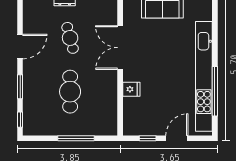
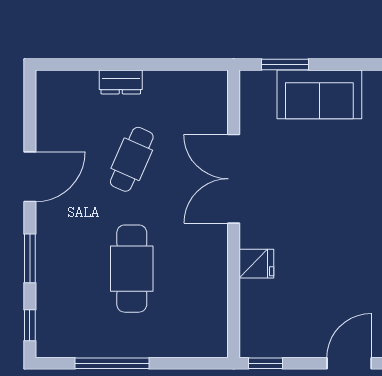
cafe table: (70, 38) -> (132, 159), turned 39
window: (76, 138) -> (112, 363), moved
window: (148, 138) -> (266, 363), moved

